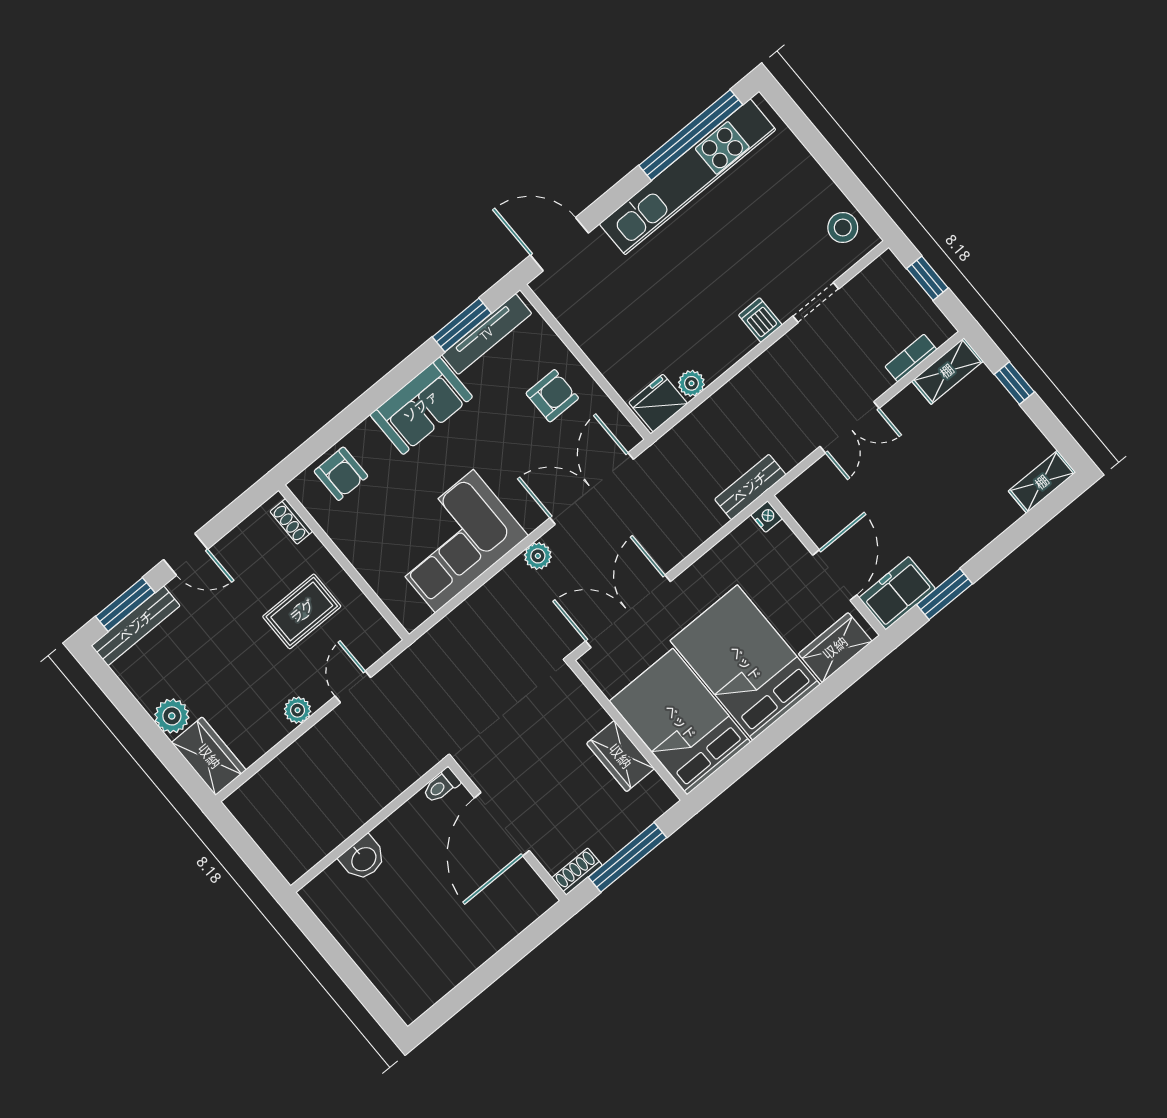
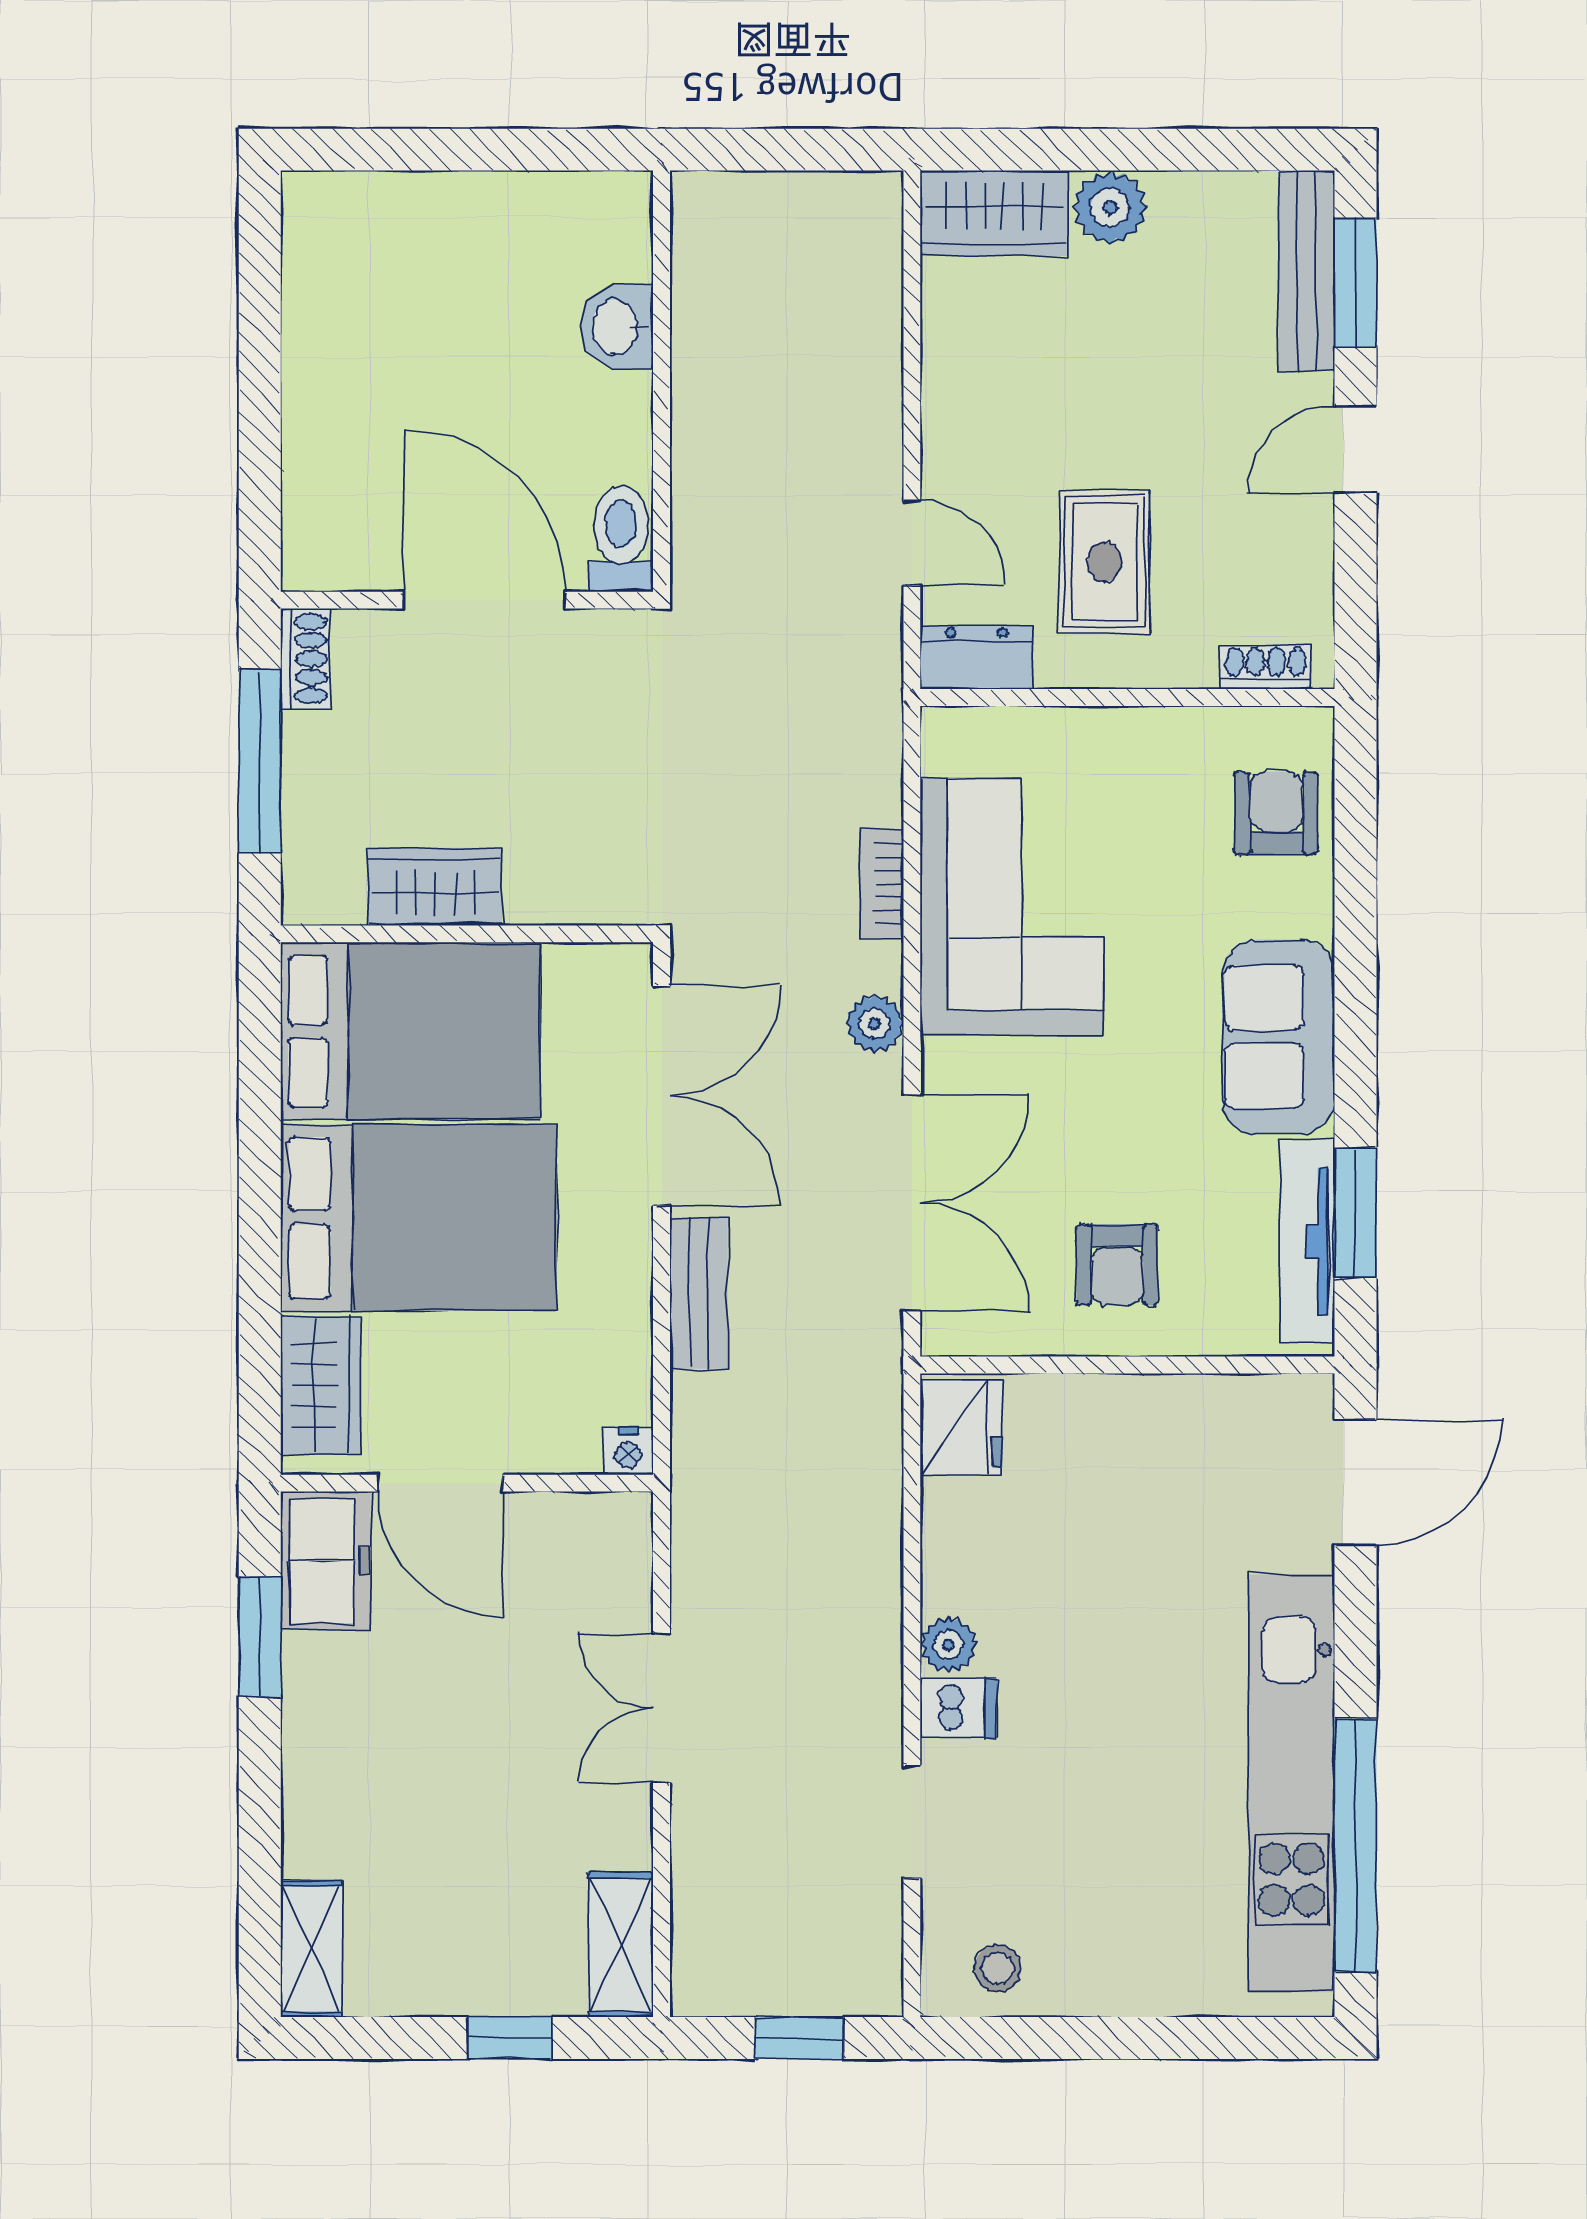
stool: (843, 227) -> (998, 1968), width x0.73, depth x0.73
bookcase: (911, 358) -> (882, 884), moved, turned 180
plant: (691, 383) -> (948, 1645), moved
armchair: (341, 474) -> (1276, 813), turned 90
bench: (750, 487) -> (699, 1293), moved
dresser: (375, 629) -> (977, 657), added
plant: (298, 710) -> (949, 421), removed
toilet: (441, 786) -> (621, 539), width x1.37, depth x1.39

